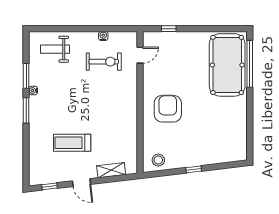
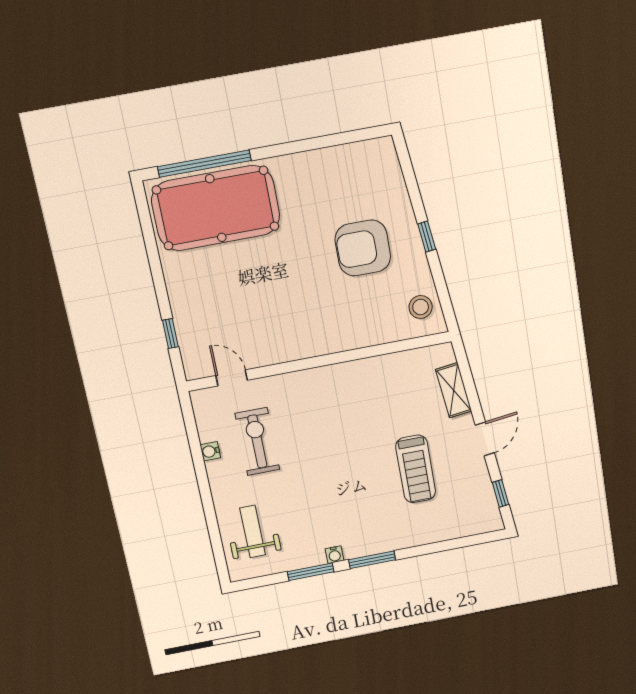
weight bench: (55, 49) -> (253, 531), turned 180
armchair: (168, 109) -> (363, 248), moved

